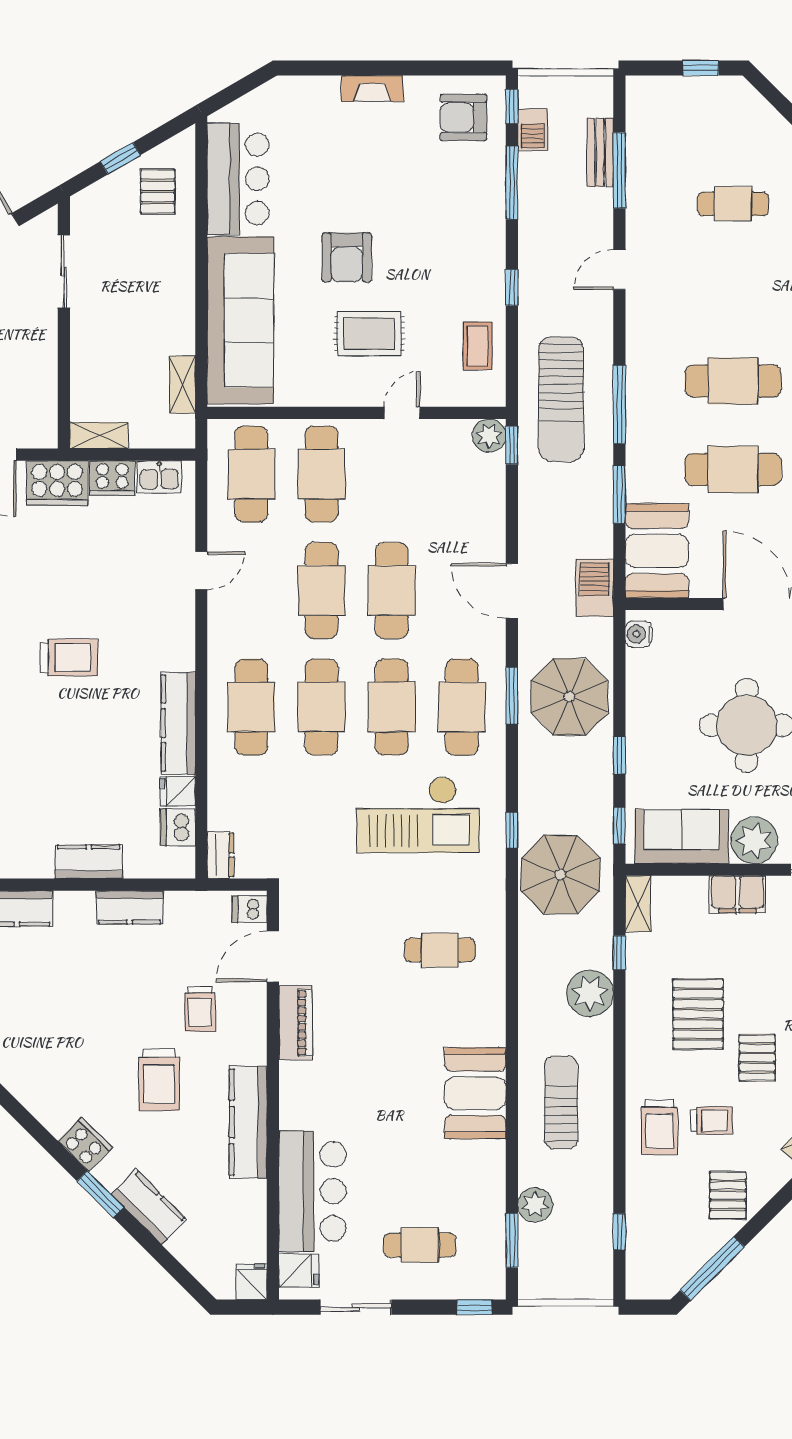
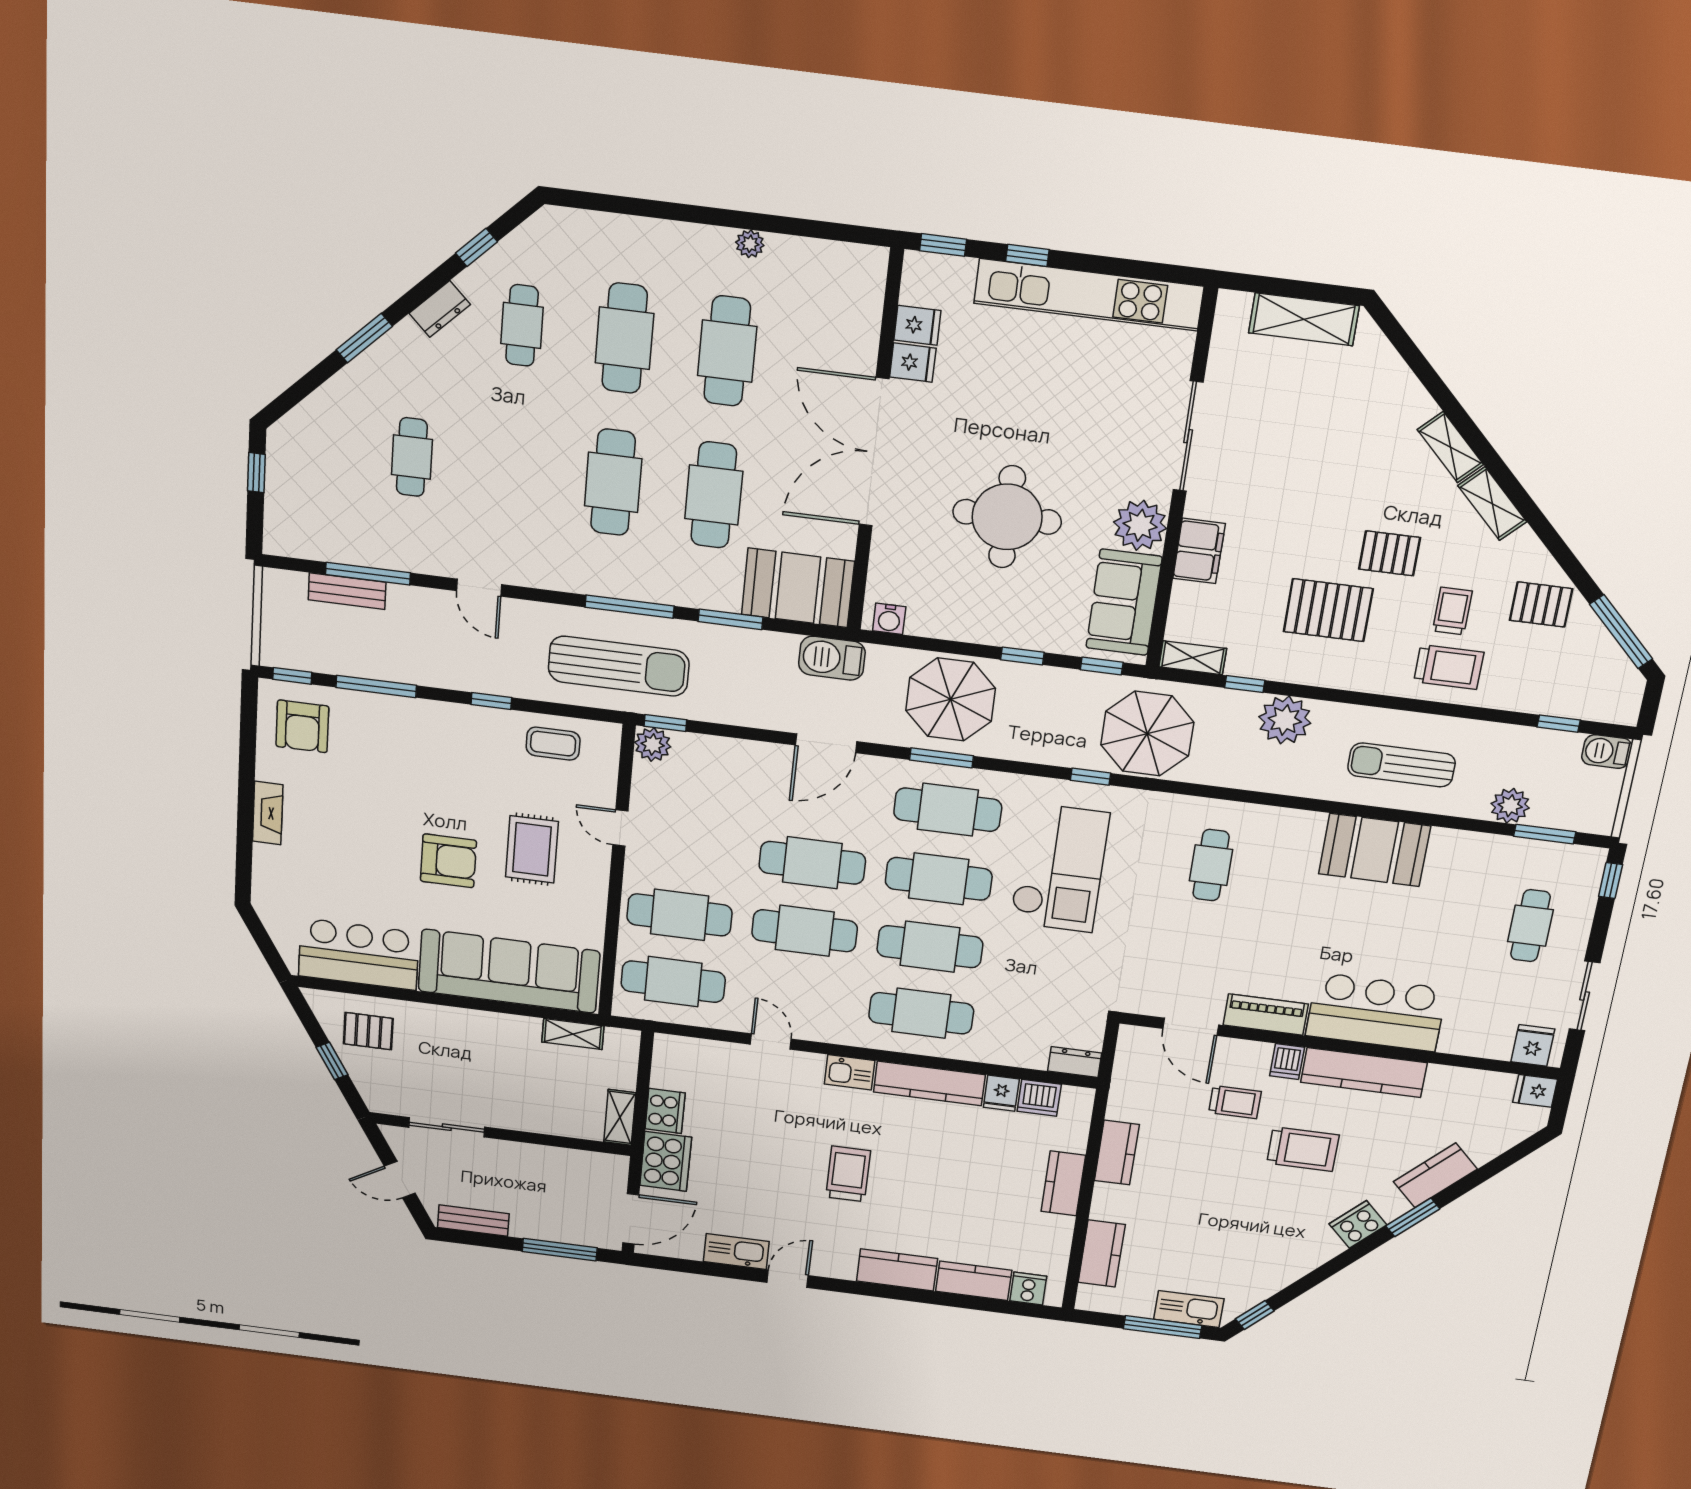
barbecue: (533, 130) -> (1607, 752), moved, turned 180
kitchen sink: (159, 477) -> (850, 1072), moved, turned 90
dishwasher: (250, 909) -> (1287, 1061), moved
bar counter: (312, 1191) -> (1376, 1012), moved

